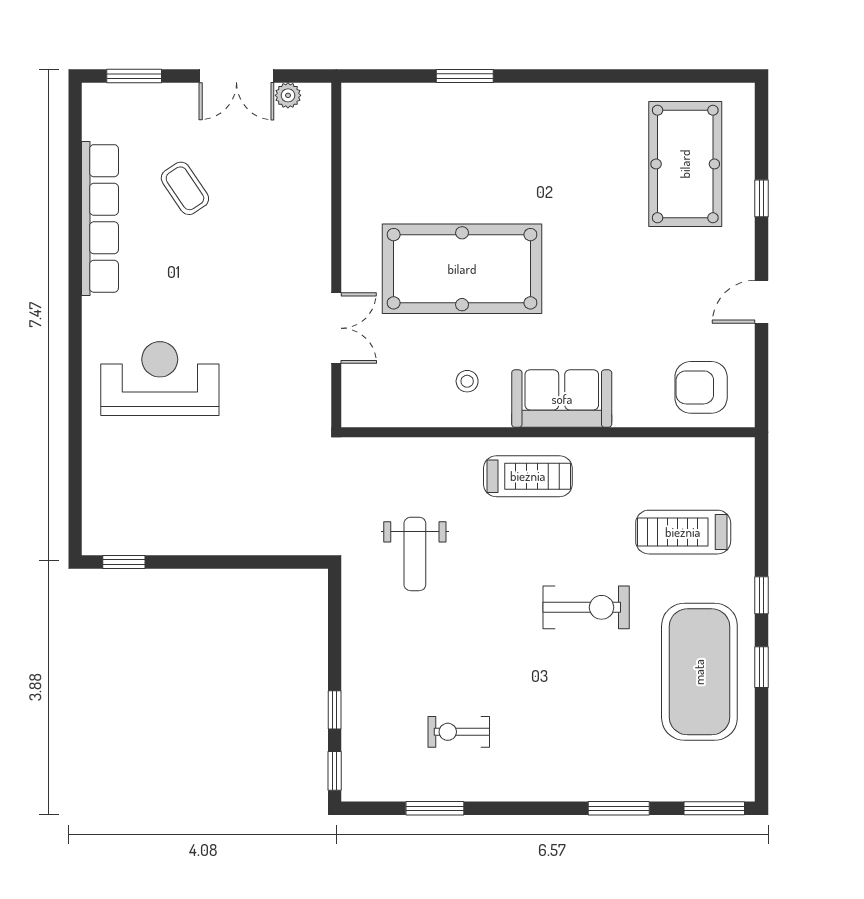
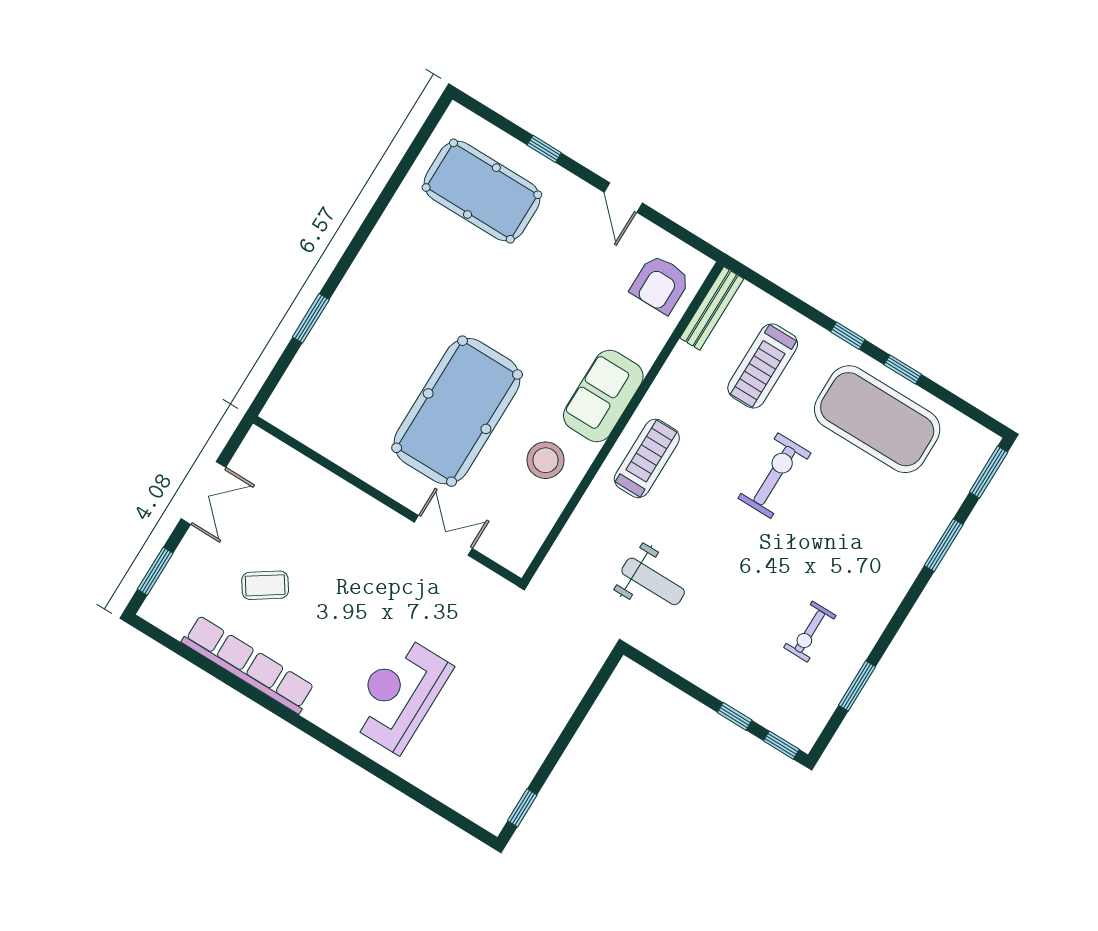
plant: (288, 95) -> (242, 463), removed
stool: (467, 381) -> (545, 460), width x1.89, depth x1.89
bench: (708, 450) -> (712, 308), added

